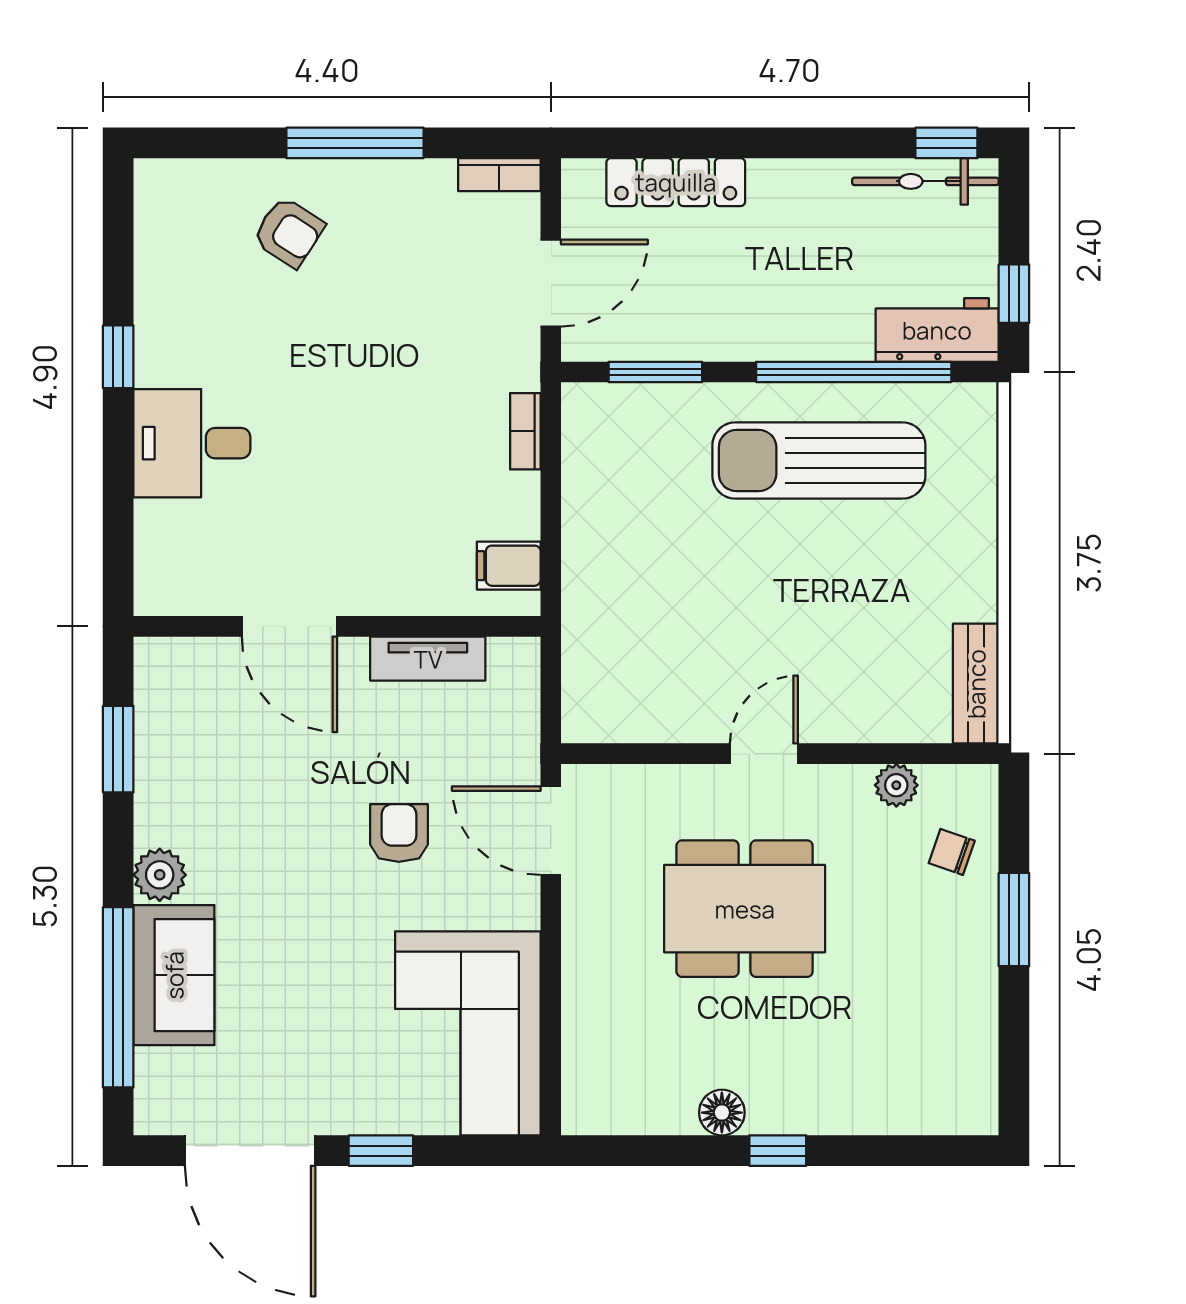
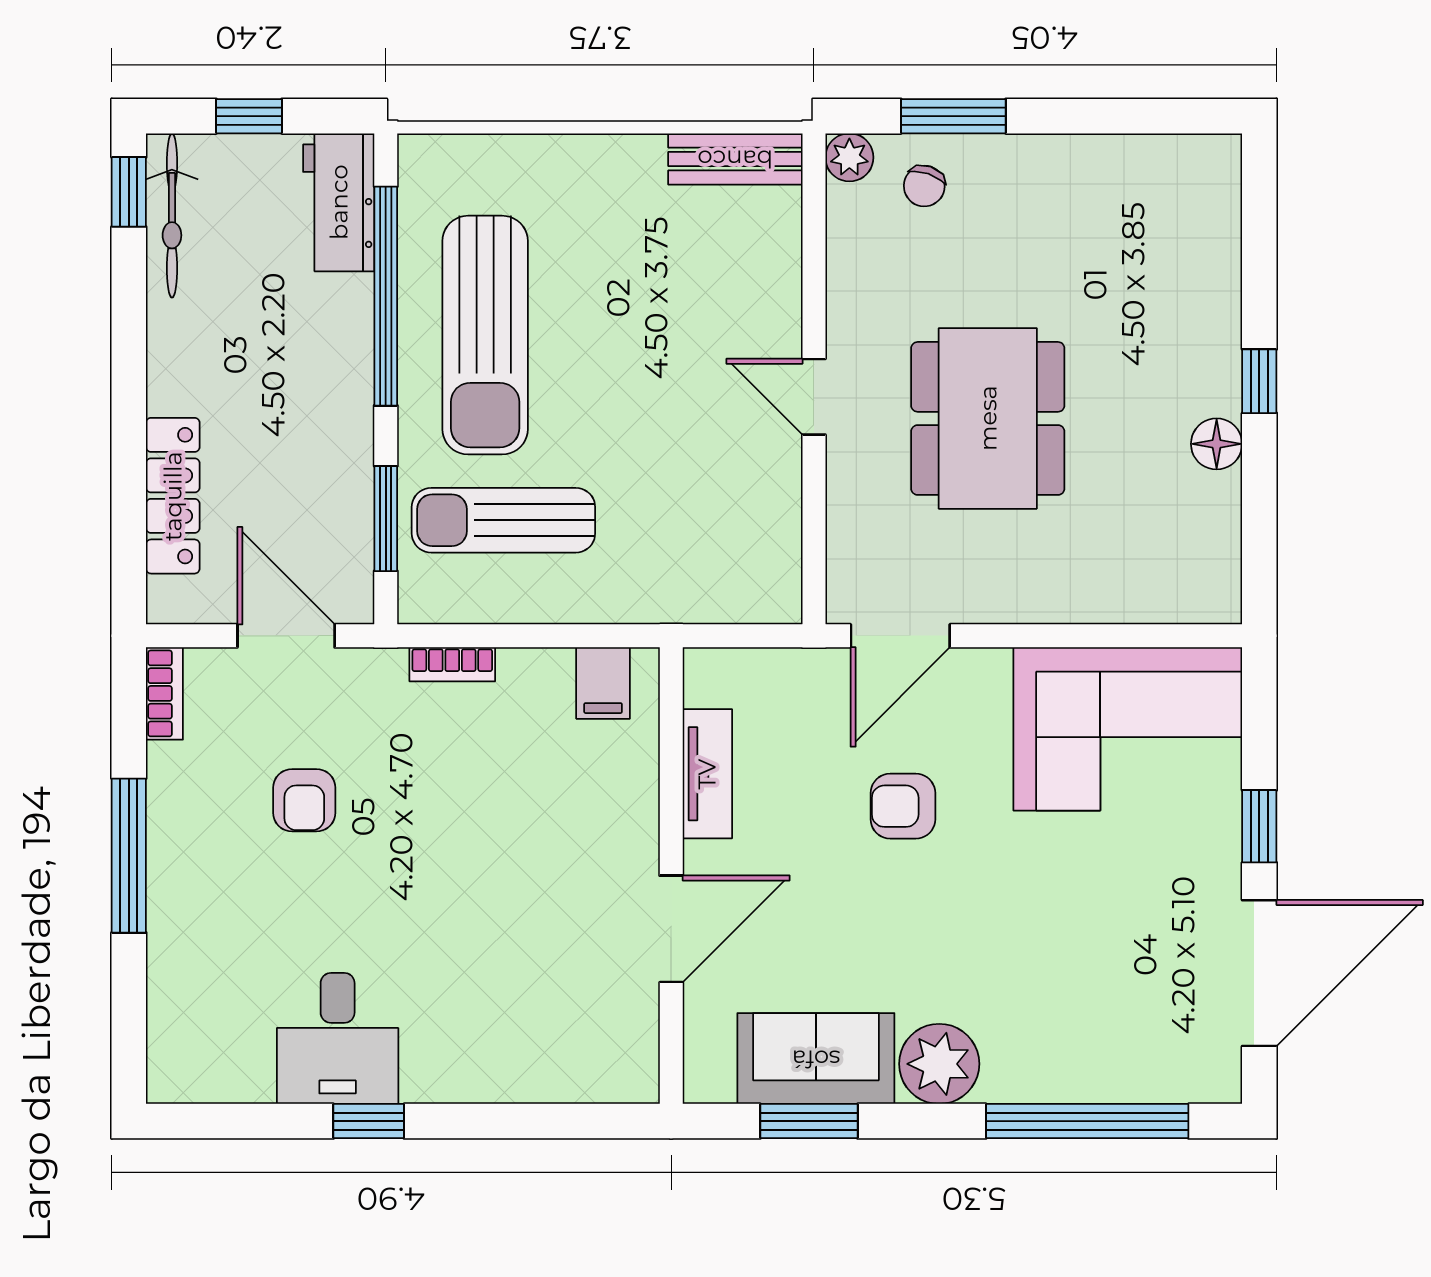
armchair: (289, 232) -> (304, 800), moved, turned 147
window: (1014, 294) -> (249, 116), moved
desk: (192, 443) -> (338, 1038), moved
sun lounger: (654, 477) -> (503, 520), added
plant: (896, 785) -> (849, 157), moved
plant: (160, 875) -> (939, 1064), width x1.36, depth x1.36
window: (1014, 920) -> (953, 116), moved
sofa: (174, 975) -> (816, 1059), moved

